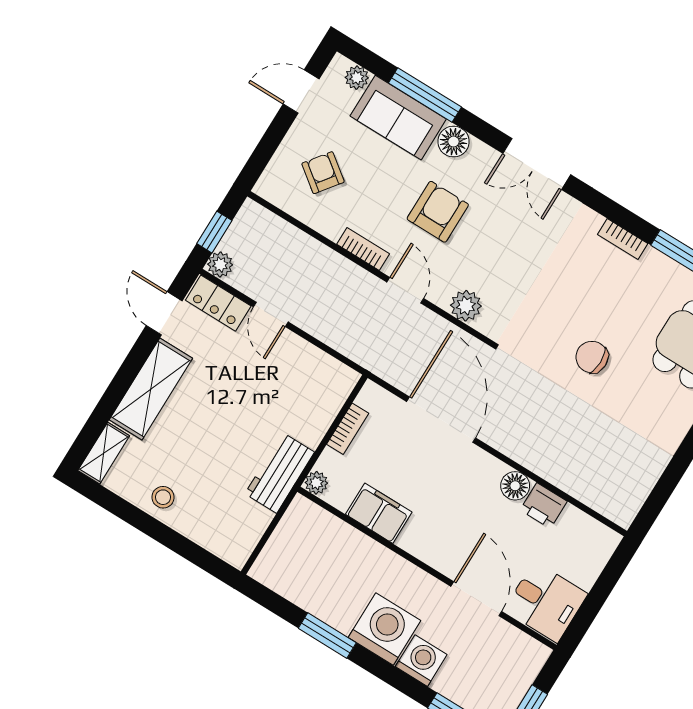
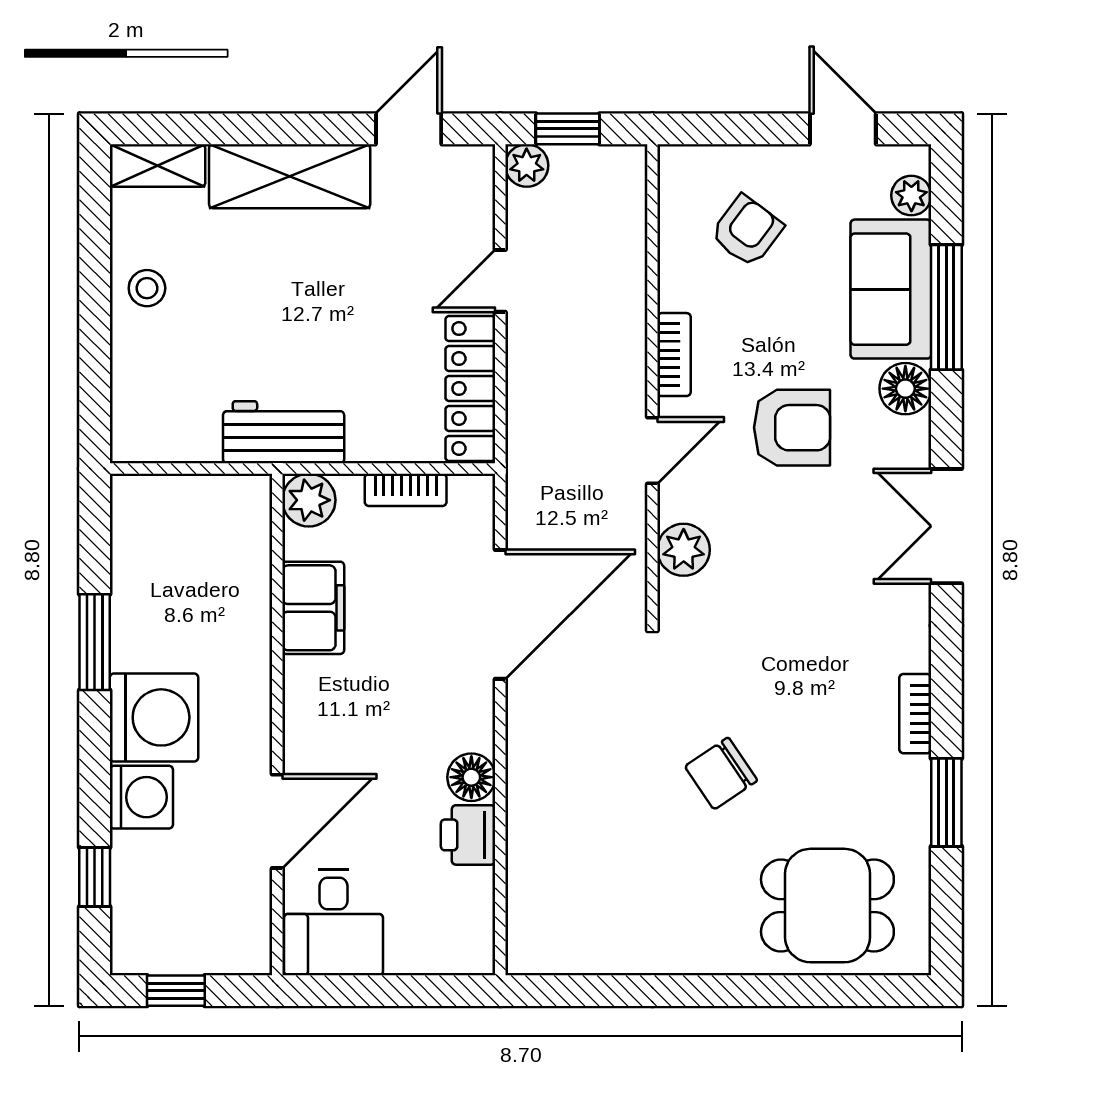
locker: (218, 303) -> (470, 389), moved, width x1.53
chair: (592, 357) -> (721, 773), turned -124
plant: (316, 483) -> (309, 500), width x1.38, depth x1.38

